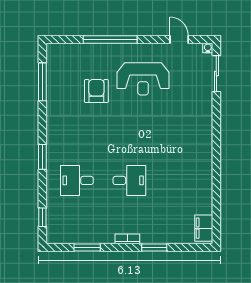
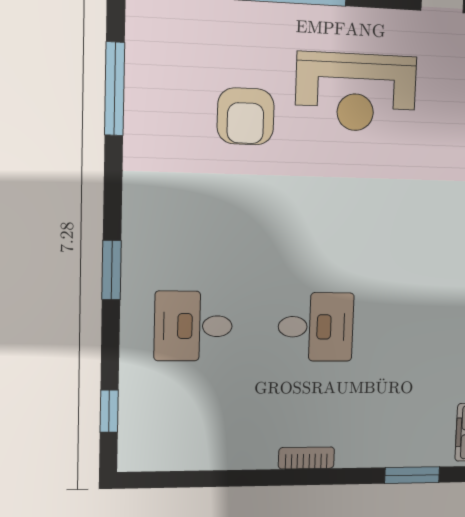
armchair: (96, 91) -> (246, 116), turned 180
window: (87, 247) -> (214, 479), removed
window: (154, 247) -> (412, 475), moved

